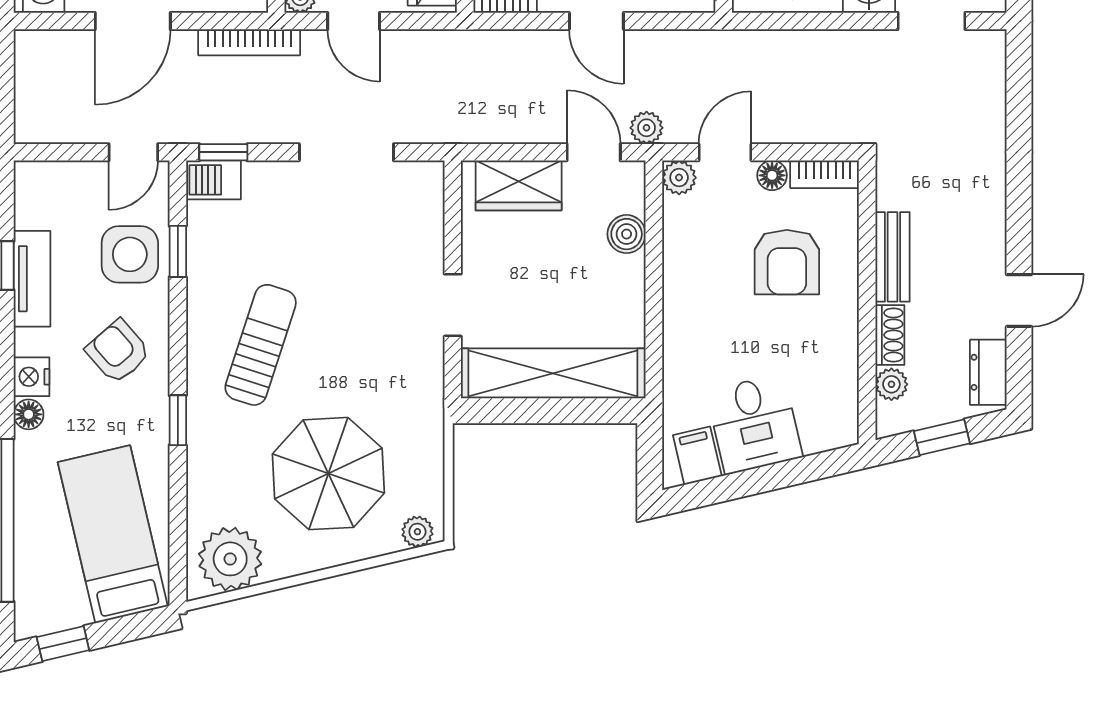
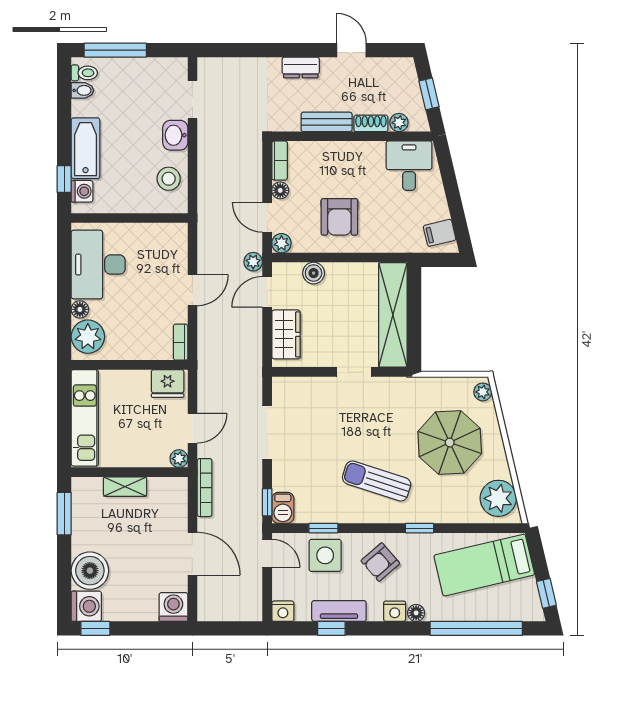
nightstand: (32, 180) -> (283, 611), added
armchair: (787, 262) -> (339, 217), moved, turned 90
dresser: (988, 372) -> (301, 67), moved
desk: (754, 424) -> (409, 166), moved, turned -77

